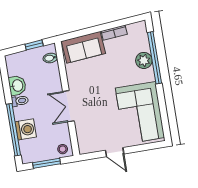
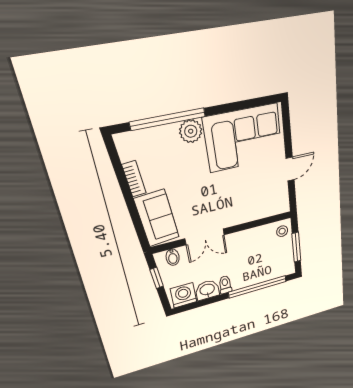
plant: (144, 60) -> (191, 131), moved
double door: (68, 106) -> (205, 237), moved
washing machine: (26, 129) -> (184, 295), moved

